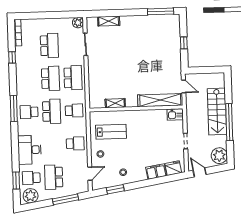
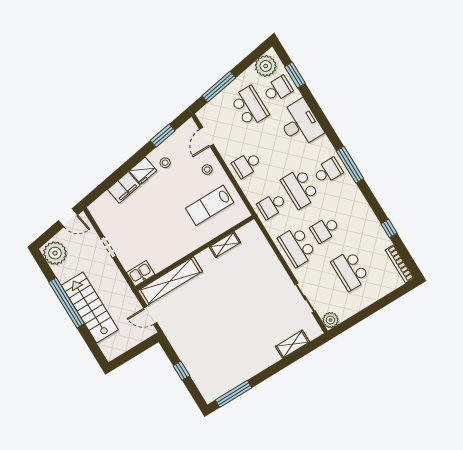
school desk: (50, 78) -> (325, 229), width x0.54
fridge: (173, 168) -> (143, 171), moved

